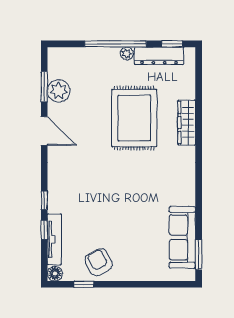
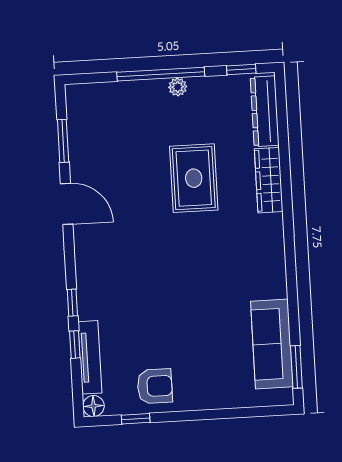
dresser: (159, 56) -> (265, 111), moved, turned 90
plant: (59, 91) -> (84, 146), removed
rug: (134, 118) -> (194, 178), width x0.73, depth x0.69
armchair: (99, 262) -> (155, 386), turned 118

